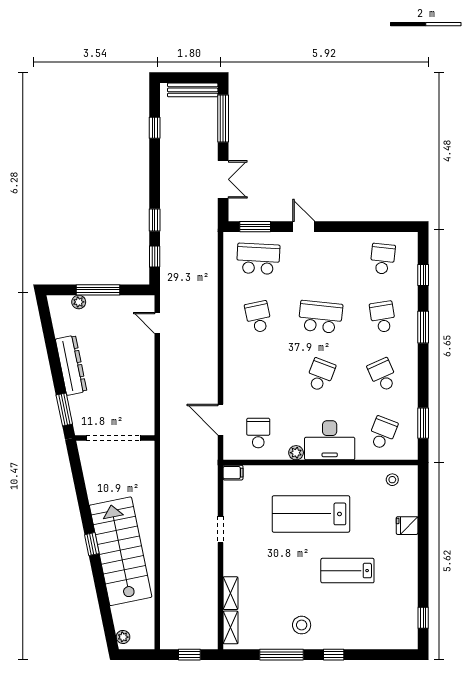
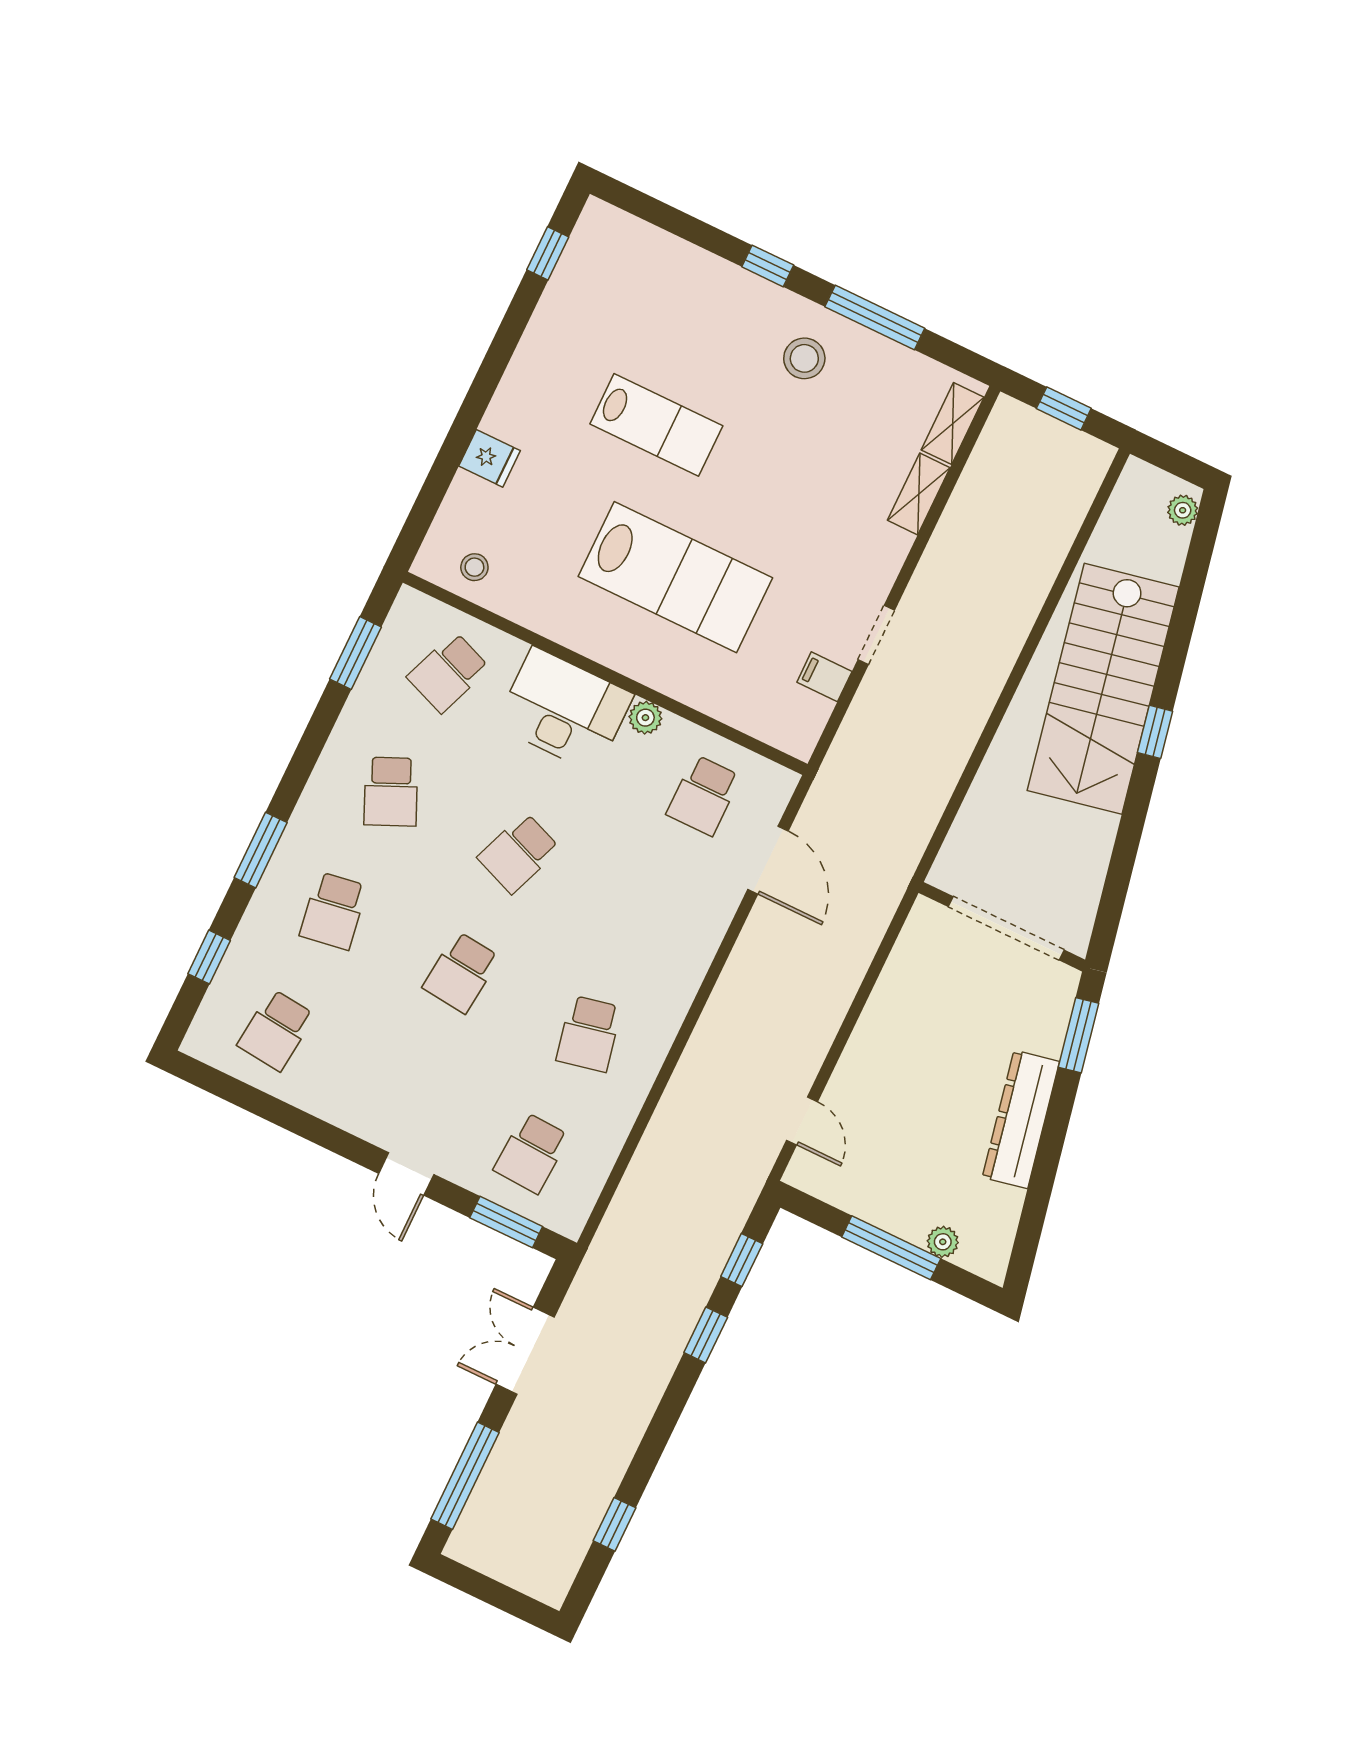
bench: (193, 90) -> (499, 1564), removed
school desk: (258, 259) -> (532, 1153), width x0.54
school desk: (320, 317) -> (461, 972), width x0.54
filing cabinet: (233, 473) -> (824, 677), moved

